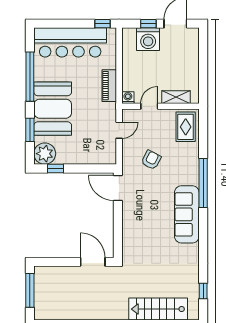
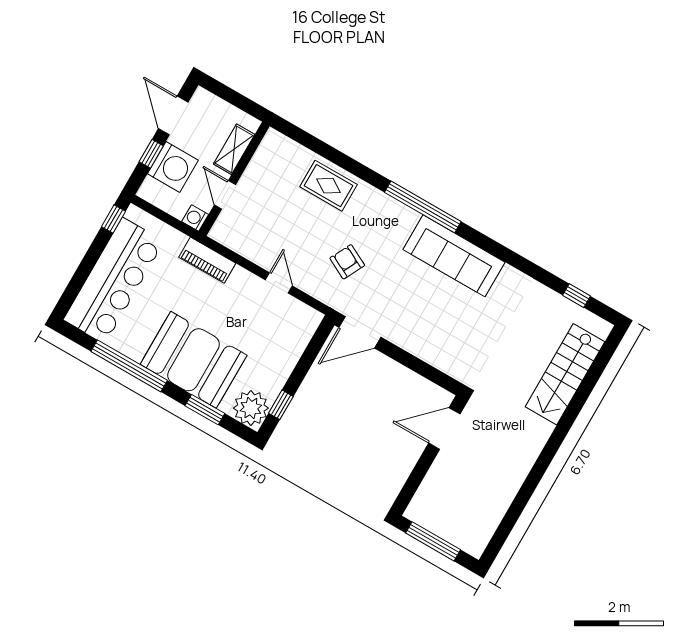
shelving: (176, 97) -> (234, 149), moved
washing machine: (128, 98) -> (195, 218), moved
door: (149, 106) -> (225, 195), moved
wall: (160, 106) -> (234, 179), moved

